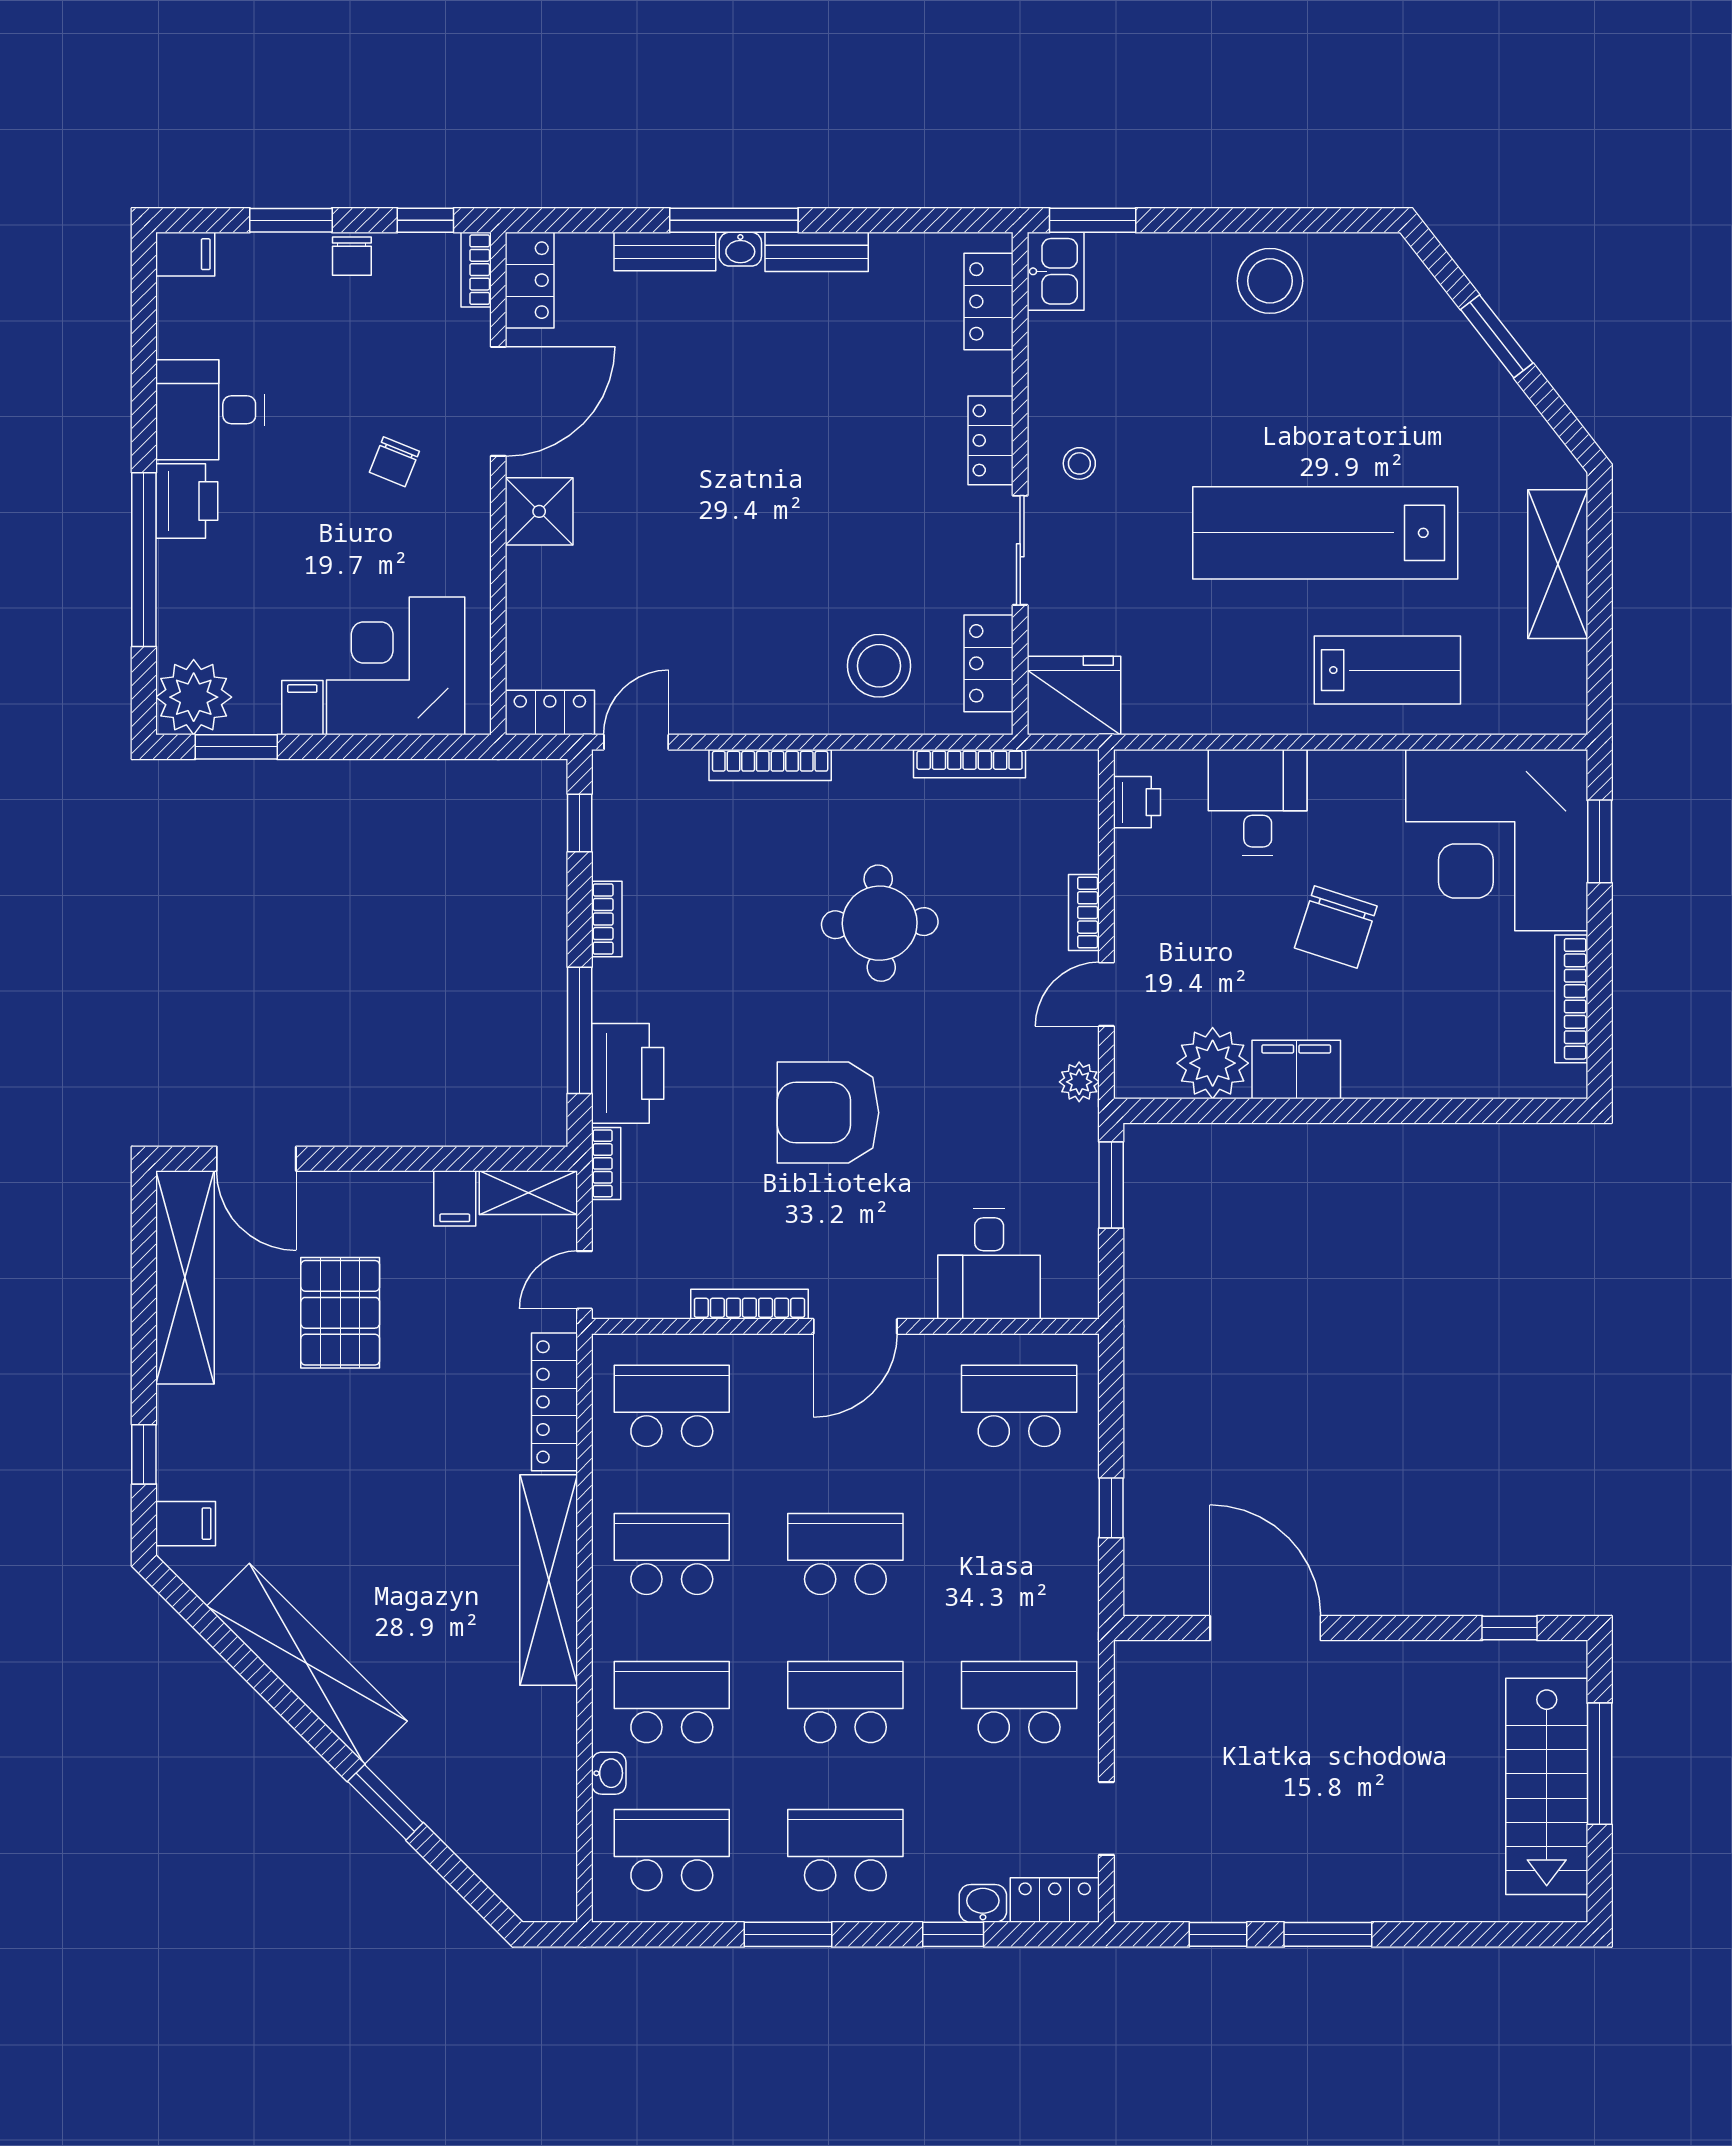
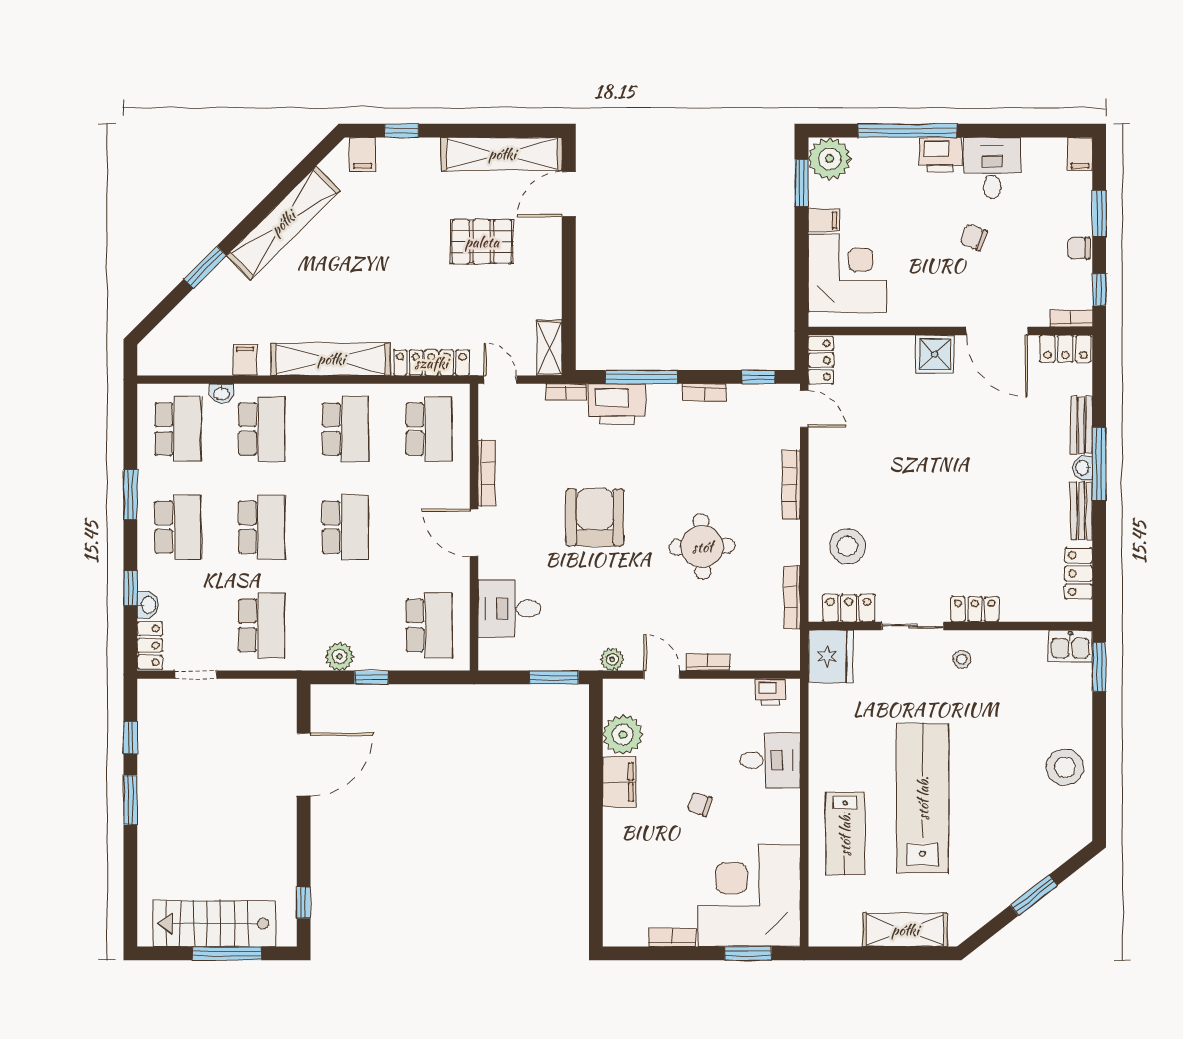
locker: (989, 301) -> (1079, 573), moved, turned -90
chair: (394, 462) -> (974, 237), moved
chair: (1336, 927) -> (700, 804), width x0.54, depth x0.54
bookcase: (1571, 999) -> (672, 937), width x0.64
filing cabinet: (455, 1198) -> (245, 360), moved, turned 90
plant: (1074, 1564) -> (340, 657), added

